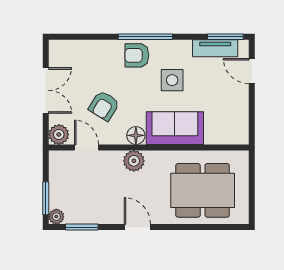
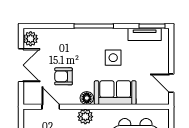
armchair: (137, 55) -> (87, 40), removed
door: (252, 71) -> (171, 83), moved
armchair: (104, 106) -> (64, 76), turned 58
plant: (59, 134) -> (31, 39), moved

